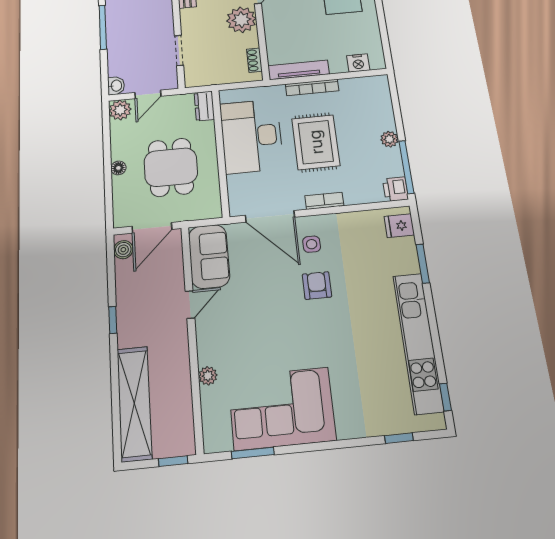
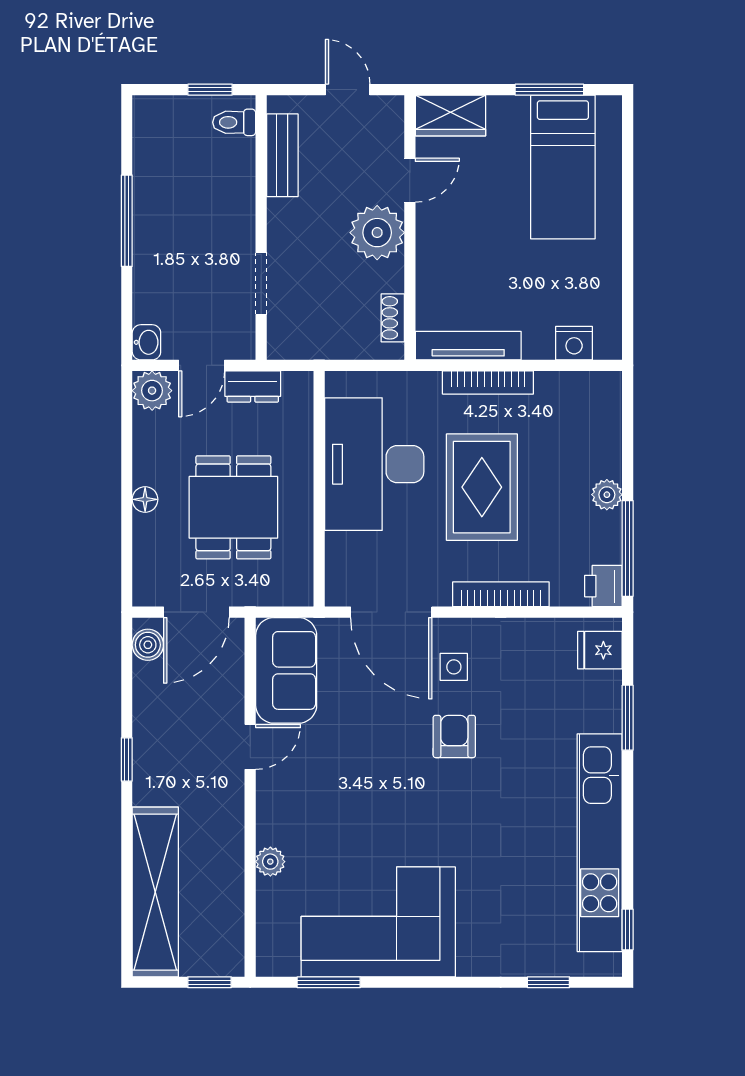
dresser: (204, 106) -> (253, 386), moved, turned -90
bookcase: (324, 201) -> (501, 594), width x1.56

